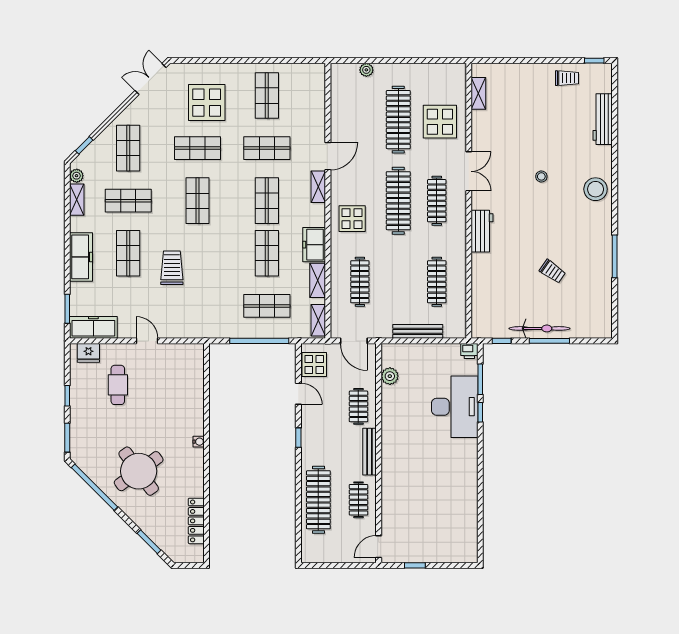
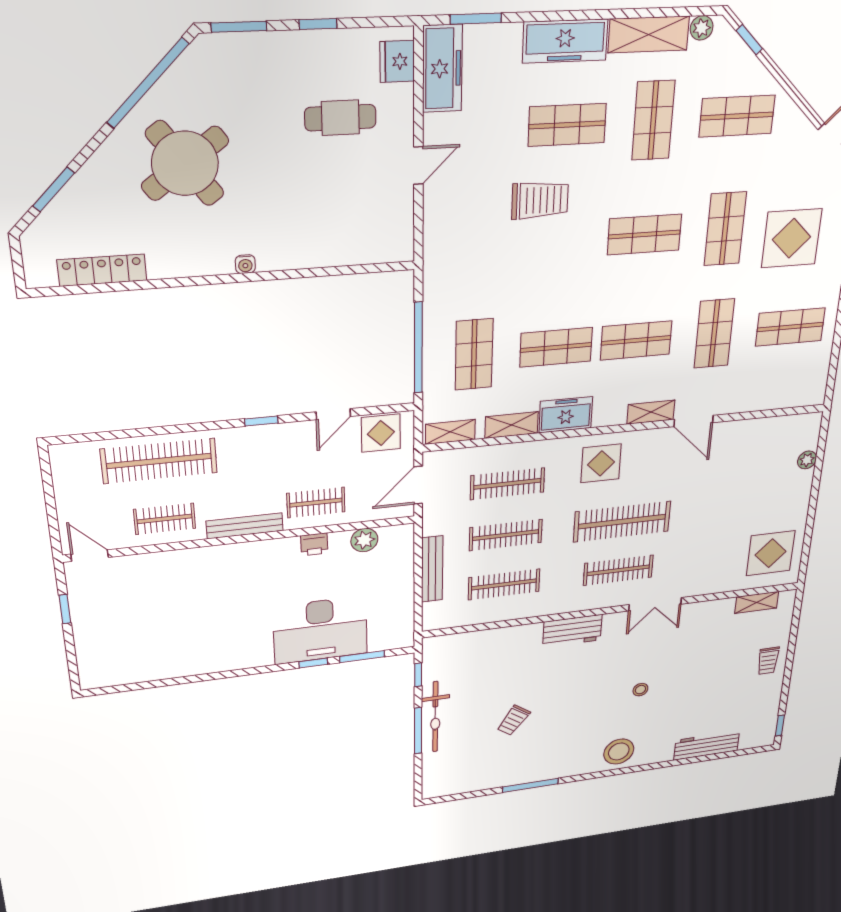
trolley: (567, 78) -> (768, 661), moved
clothes rail: (398, 120) -> (506, 535), moved, width x0.73, depth x0.76
display table: (440, 122) -> (771, 553), moved
shelving: (77, 200) -> (649, 35), width x1.50, depth x1.33
printer: (469, 351) -> (314, 544), moved, turned -90

